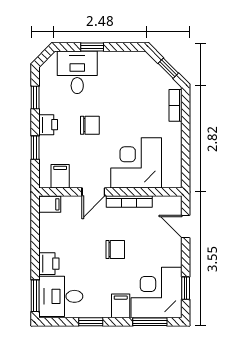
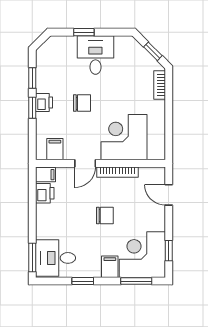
desk: (77, 72) -> (95, 55), moved
window: (35, 148) -> (32, 108), moved
printer: (49, 264) -> (45, 193), moved

